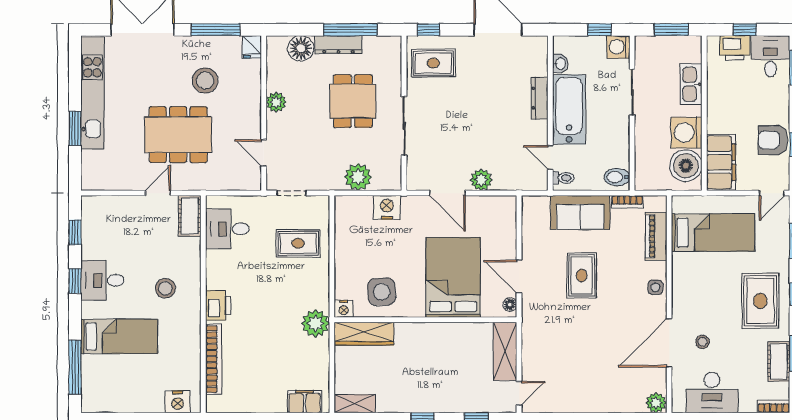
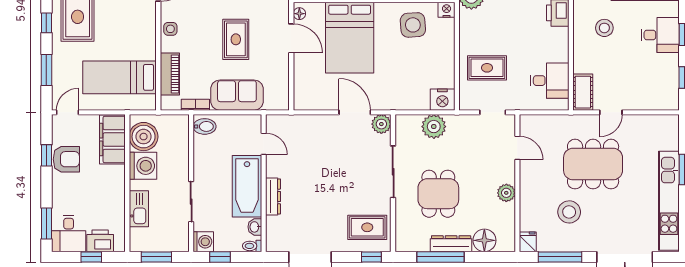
toilet: (563, 178) -> (252, 246), moved
plant: (481, 180) -> (381, 124), moved
nightstand: (387, 207) -> (442, 100), moved

